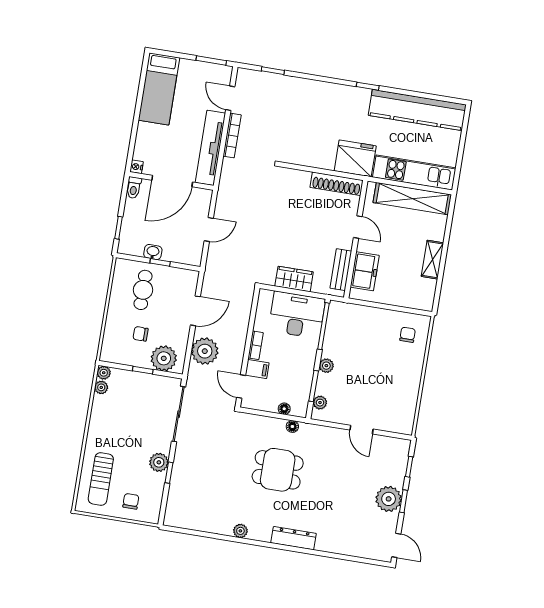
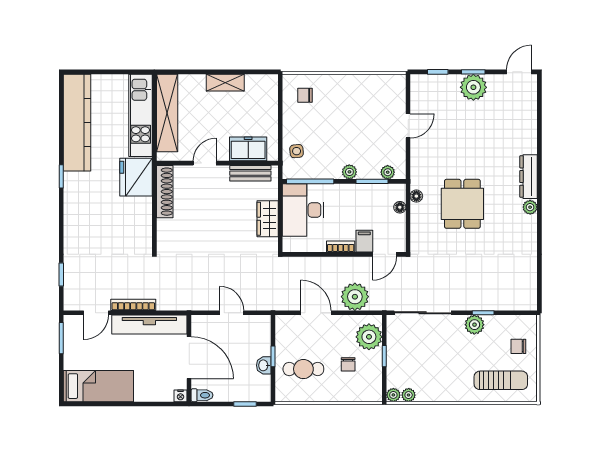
side table: (355, 318) -> (297, 151), added
plant: (240, 531) -> (530, 207), moved

